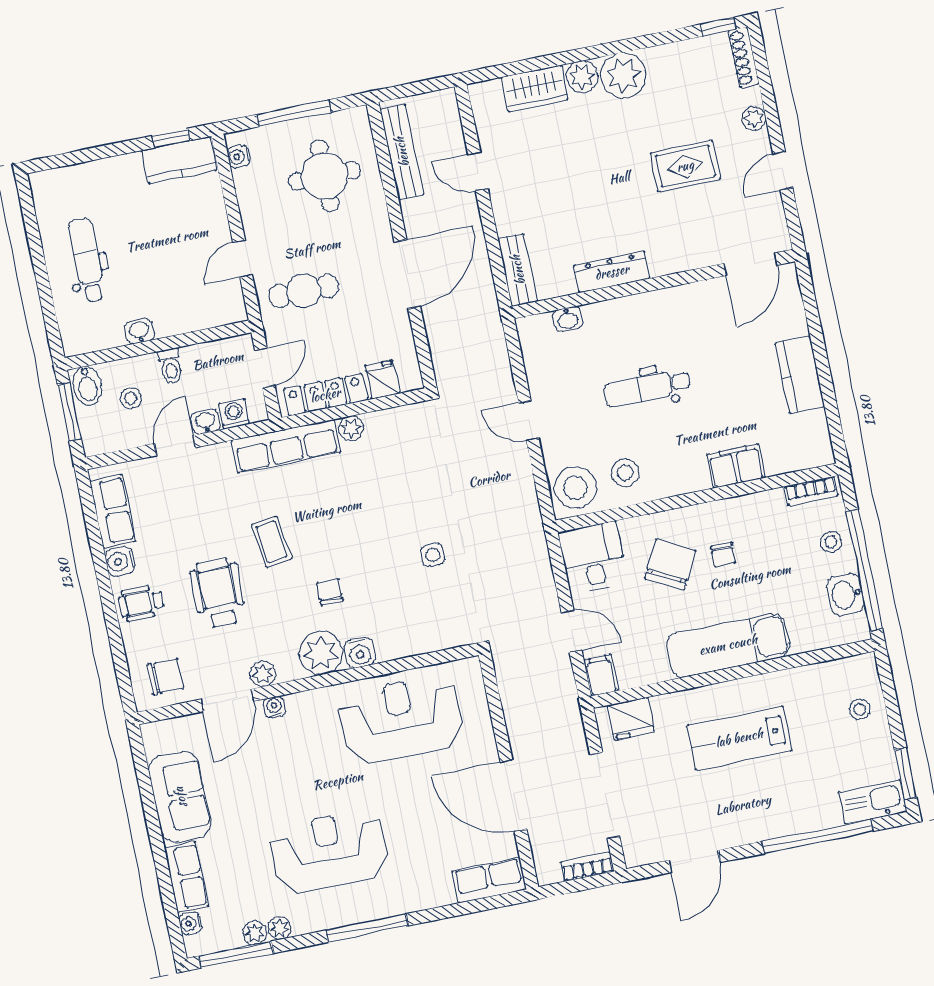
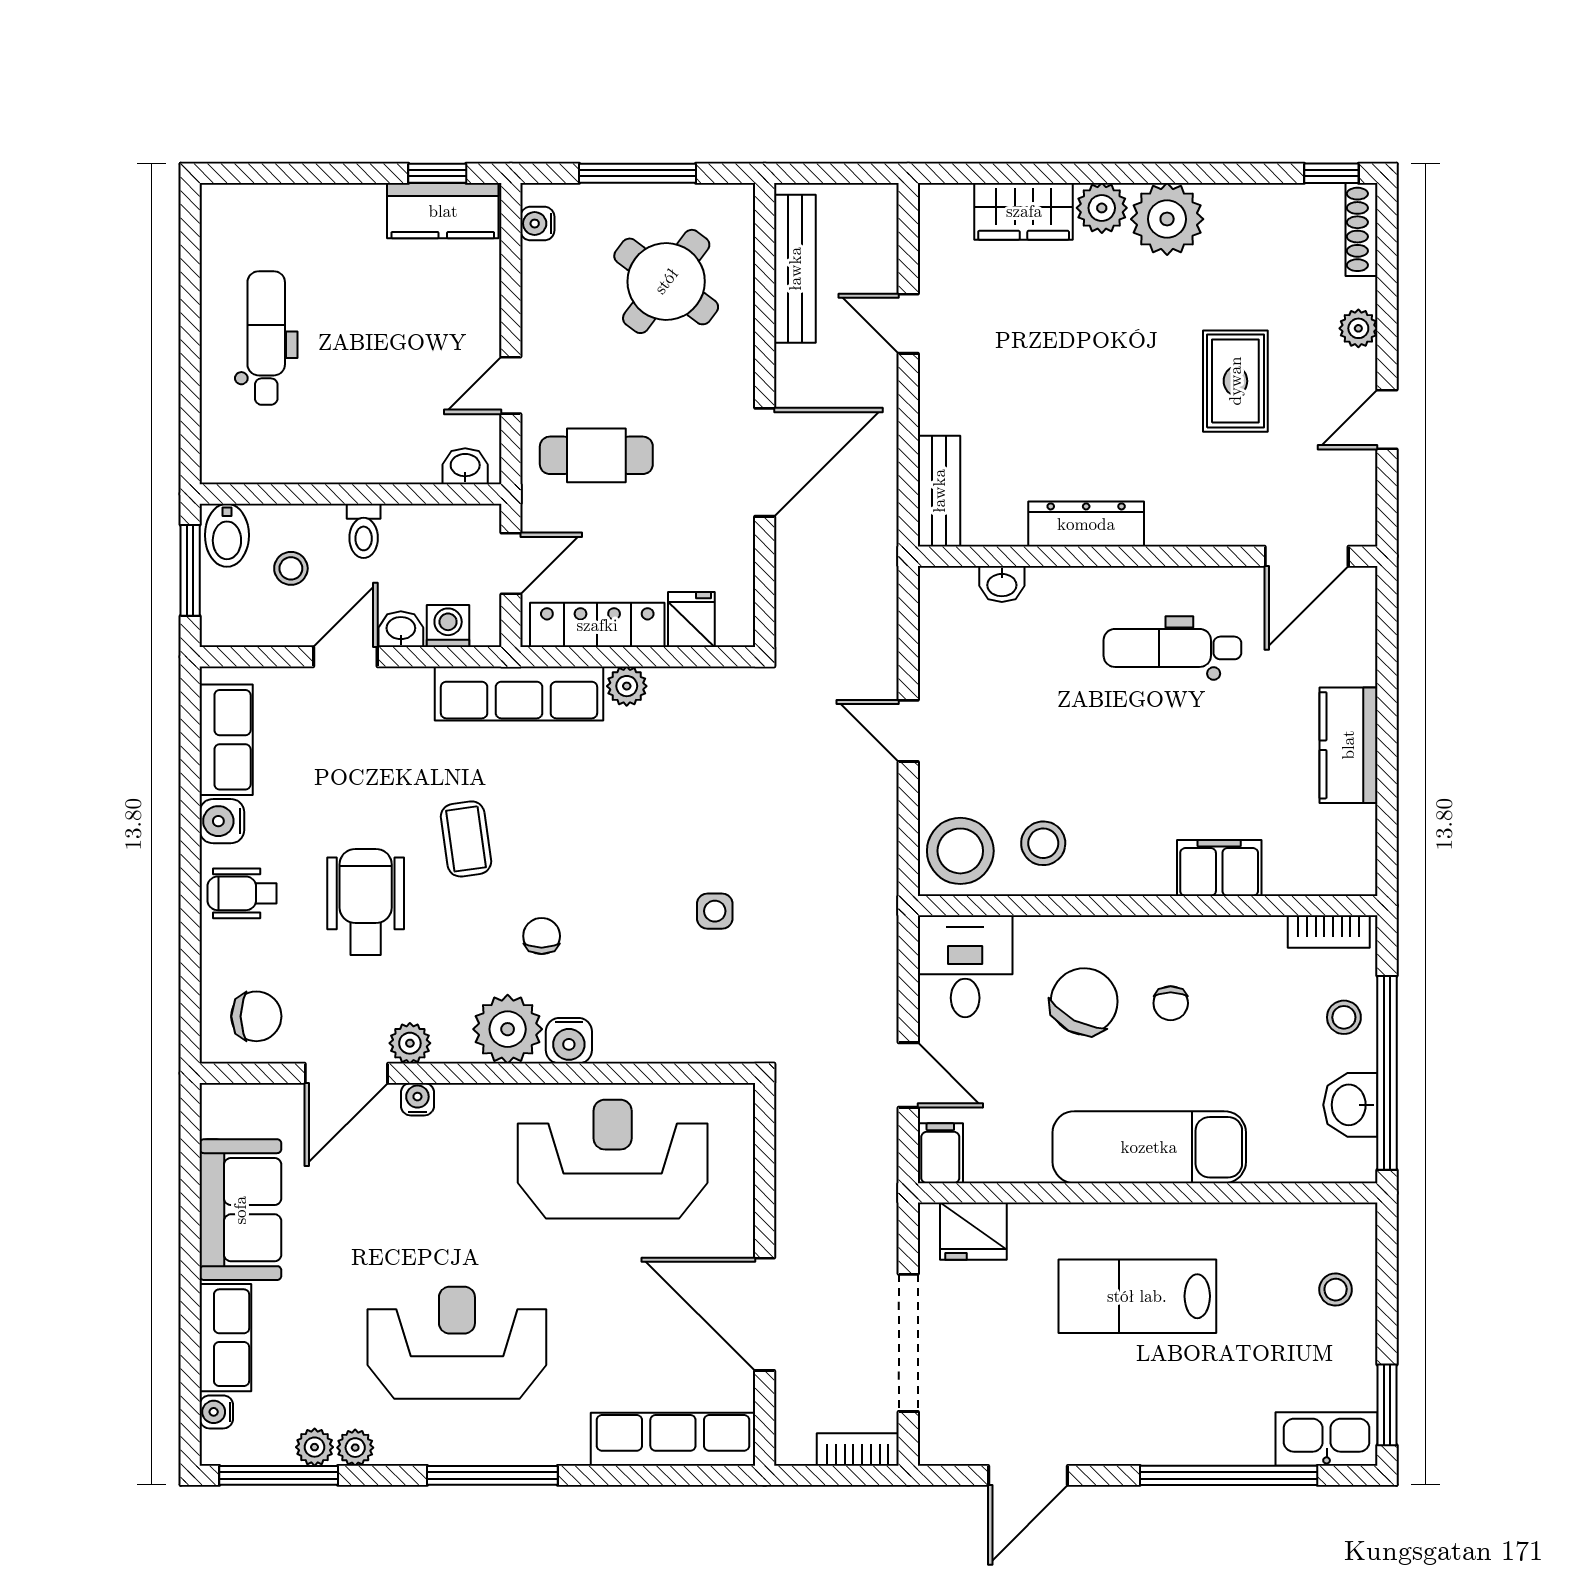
rug: (685, 166) -> (1235, 381), turned 90
round table: (325, 176) -> (666, 281), turned 37
washbasin: (139, 331) -> (465, 466), moved
dental chair: (647, 388) -> (1172, 648), moved
row of seats: (489, 880) -> (673, 1439), width x1.48

